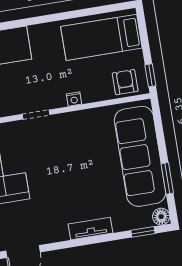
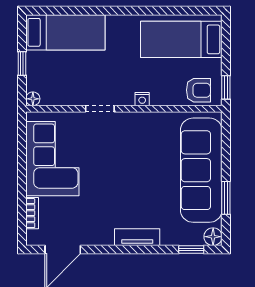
armchair: (125, 82) -> (198, 90), turned 90

